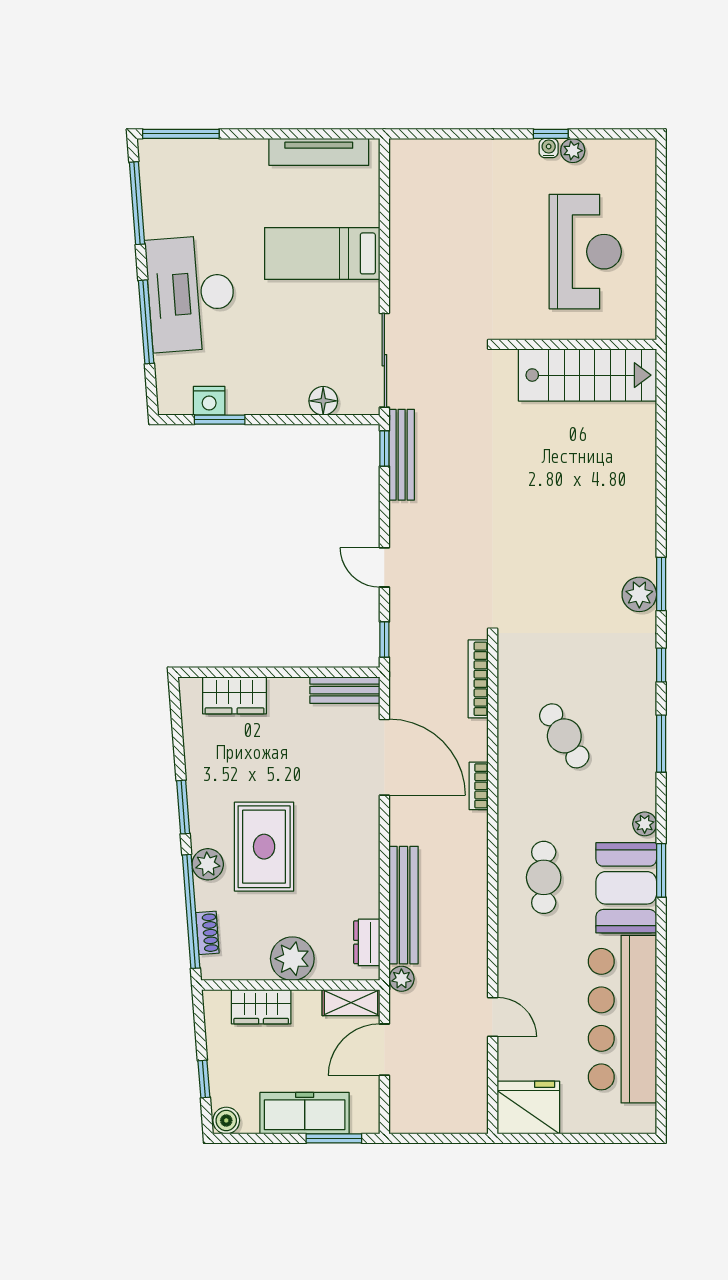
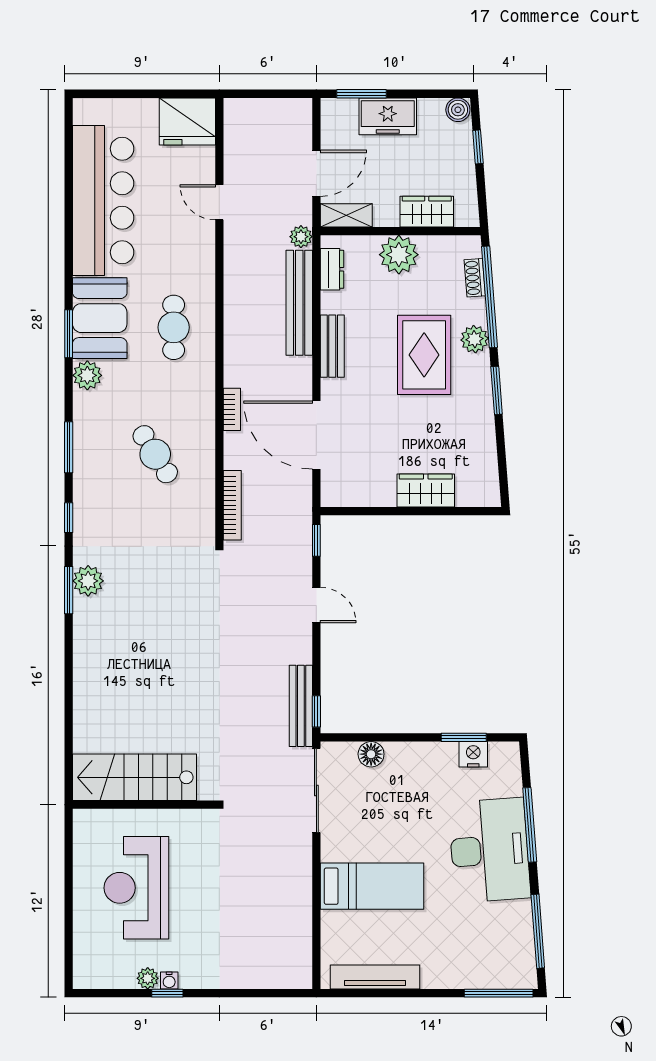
bench: (345, 690) -> (332, 346), moved, turned 90
wardrobe: (235, 695) -> (426, 491), moved
plant: (645, 824) -> (87, 375), width x1.38, depth x1.38
freezer: (305, 1113) -> (388, 116), width x0.71

